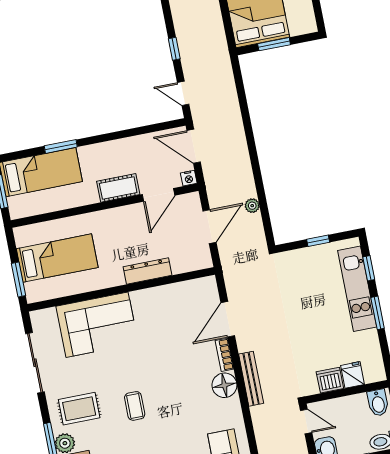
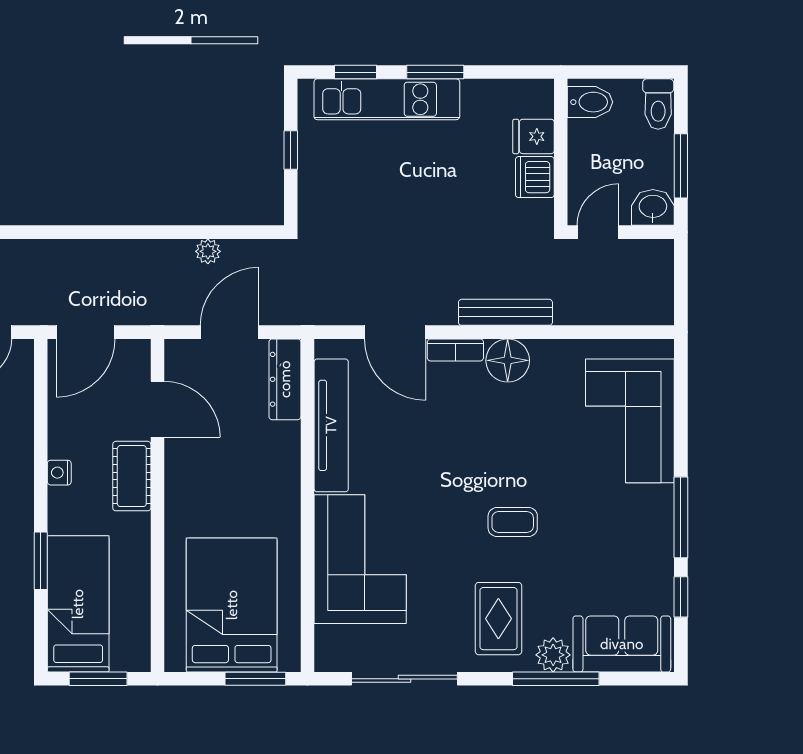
nightstand: (189, 178) -> (59, 473), moved, turned 180
door: (209, 227) -> (229, 332), hinge flipped
bed: (57, 258) -> (232, 605), width x1.50
dresser: (148, 271) -> (285, 379), moved
tv unit: (169, 294) -> (331, 425), added

